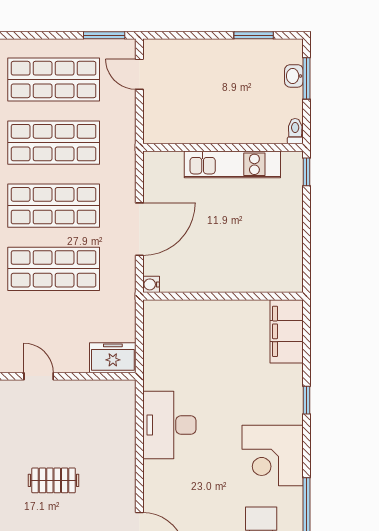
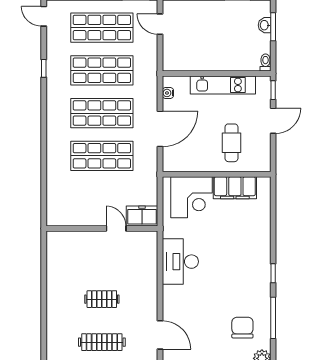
door: (306, 217) -> (273, 121), added
cafe table: (245, 250) -> (231, 143), added
water cooler: (151, 284) -> (168, 93), moved
filing cabinet: (287, 331) -> (235, 188), moved, turned -90
door: (39, 376) -> (116, 229), moved
window: (306, 400) -> (273, 273), moved
corner desk: (273, 456) -> (191, 197), moved, turned -90

